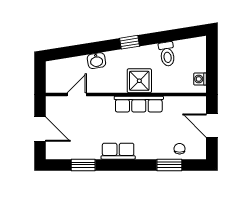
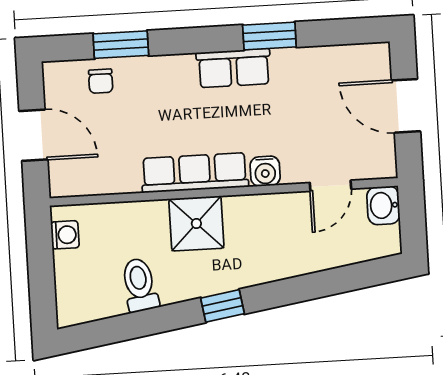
washbasin: (96, 61) -> (383, 205), moved, turned -81
water cooler: (106, 103) -> (265, 171), added
window: (83, 165) -> (269, 36), moved

